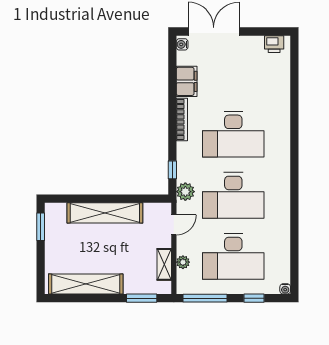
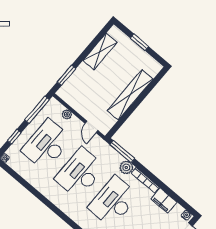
window: (172, 170) -> (122, 152), width x2.17
plant: (185, 192) -> (126, 167), moved
window: (41, 227) -> (139, 42), moved
shelving: (164, 264) -> (74, 103), removed
shelving: (86, 284) -> (100, 51), width x0.68

